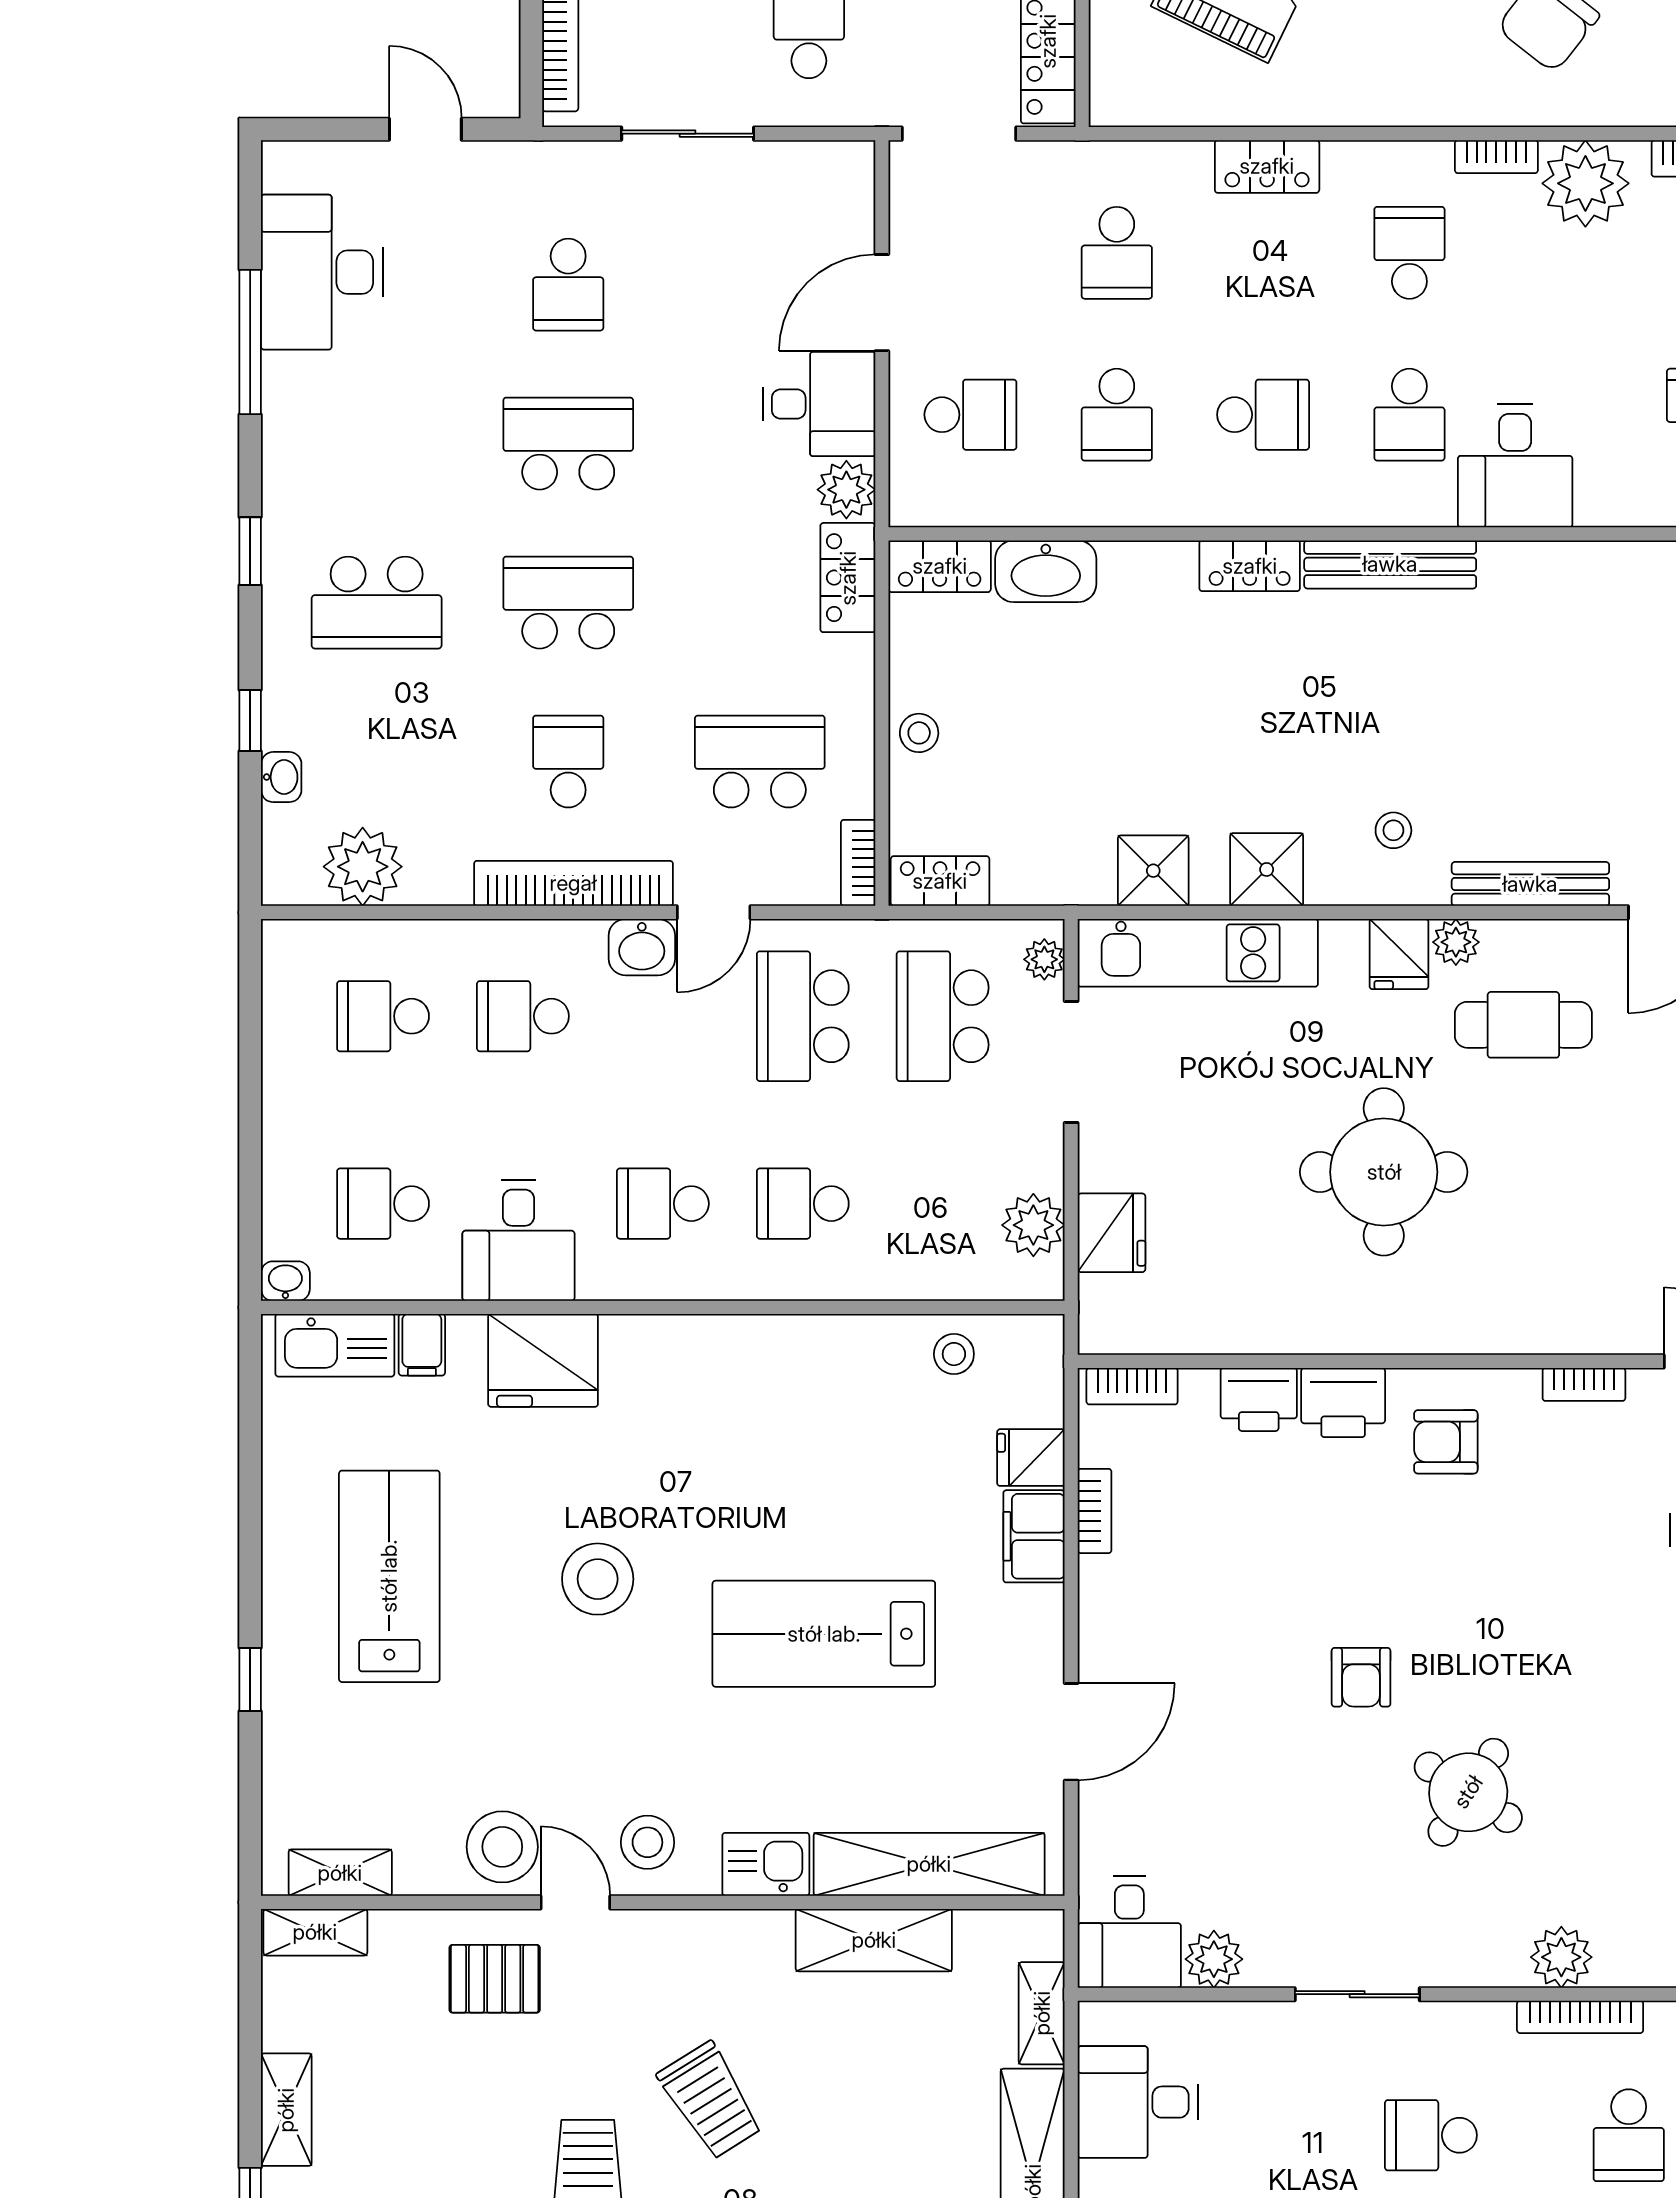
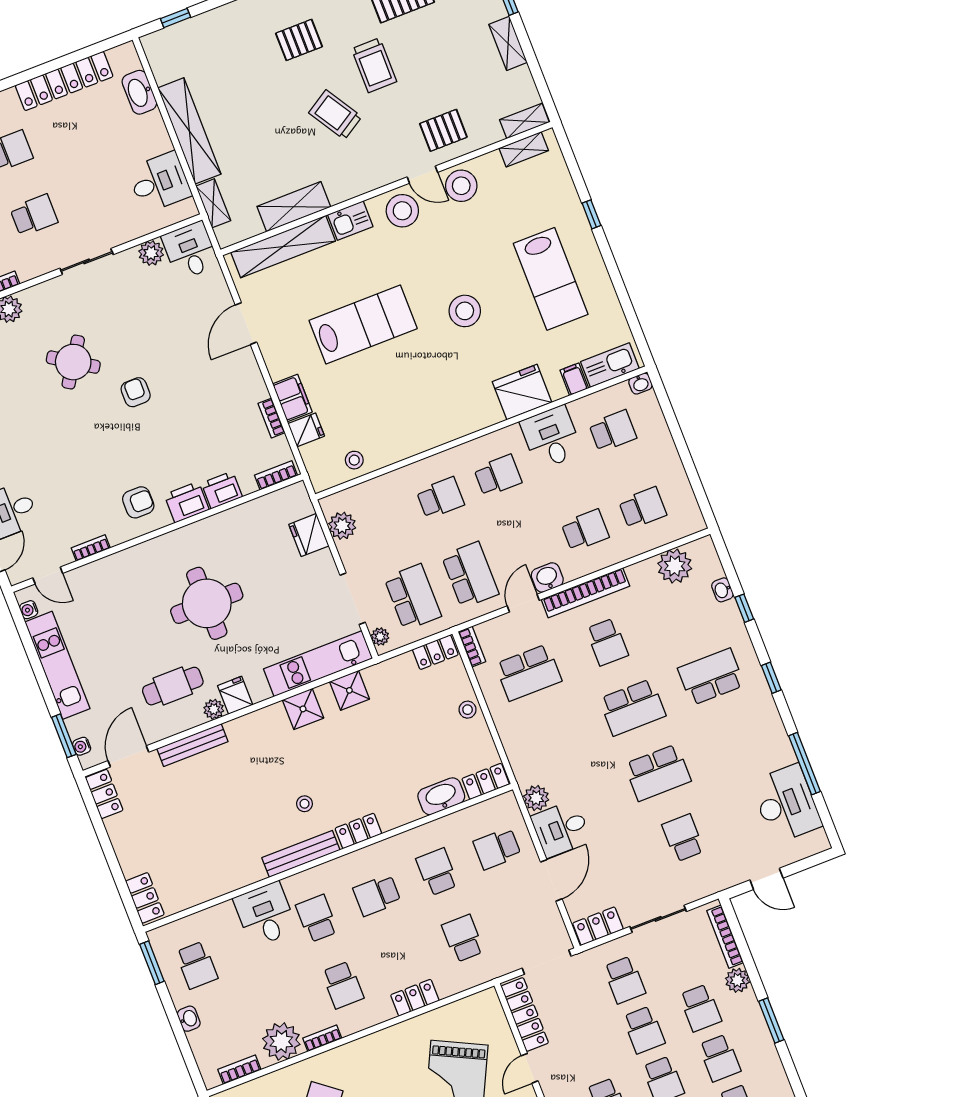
locker: (848, 578) -> (598, 926), moved, turned -90
stool: (1393, 830) -> (304, 804), moved
stool: (647, 1842) -> (402, 211), width x1.38, depth x1.38

